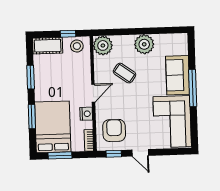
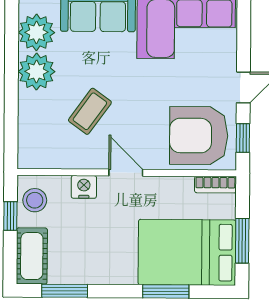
plant: (103, 45) -> (36, 32), moved
window: (31, 77) -> (65, 291), moved
nightstand: (86, 114) -> (84, 187), moved
armchair: (114, 130) -> (199, 136), width x1.36, depth x1.36

